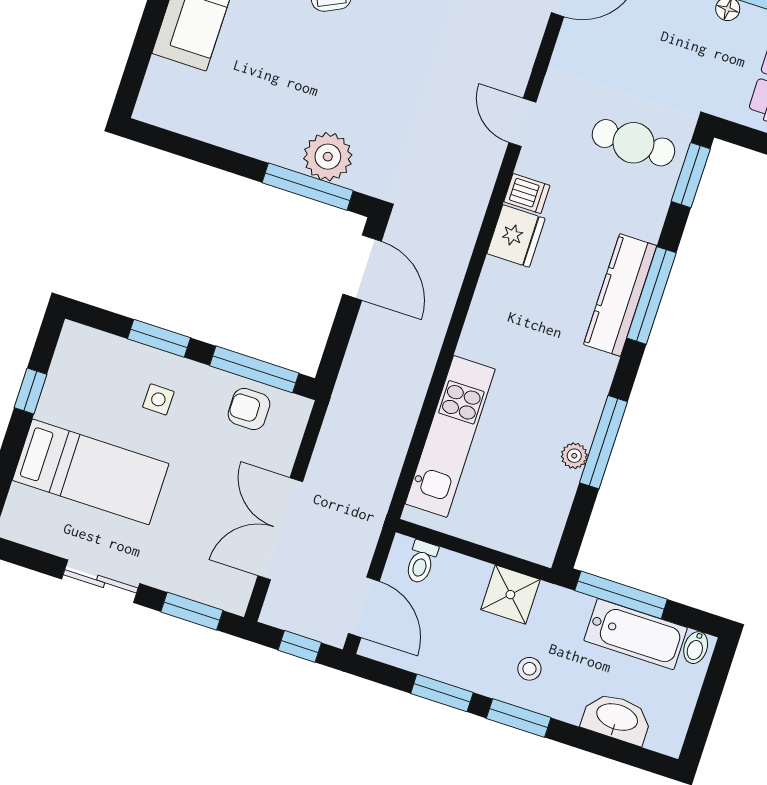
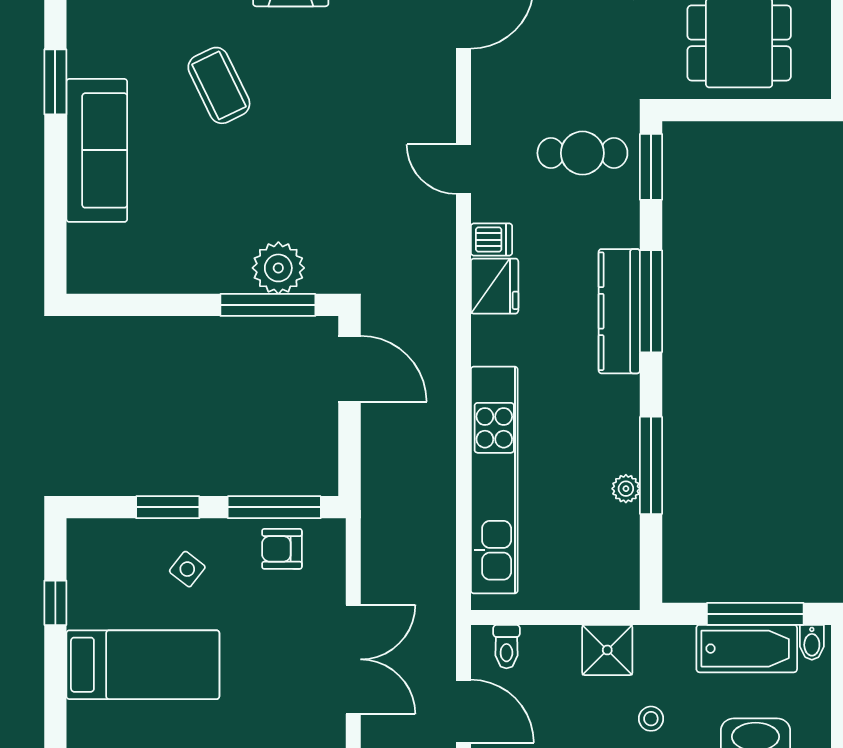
side table: (158, 399) -> (187, 569), turned 37
kitchen unit: (450, 436) -> (494, 480), width x1.36
double door: (280, 529) -> (353, 659), swing flipped
window: (621, 595) -> (755, 614), moved

